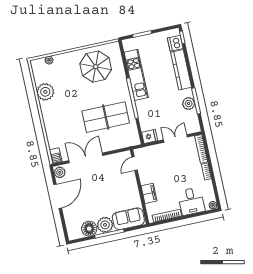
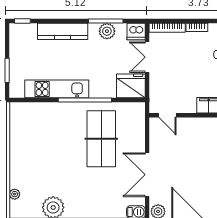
dishwasher: (175, 43) -> (136, 31), moved
parasol: (96, 67) -> (35, 137), removed
fridge: (150, 136) -> (131, 86), width x1.88, depth x1.34

